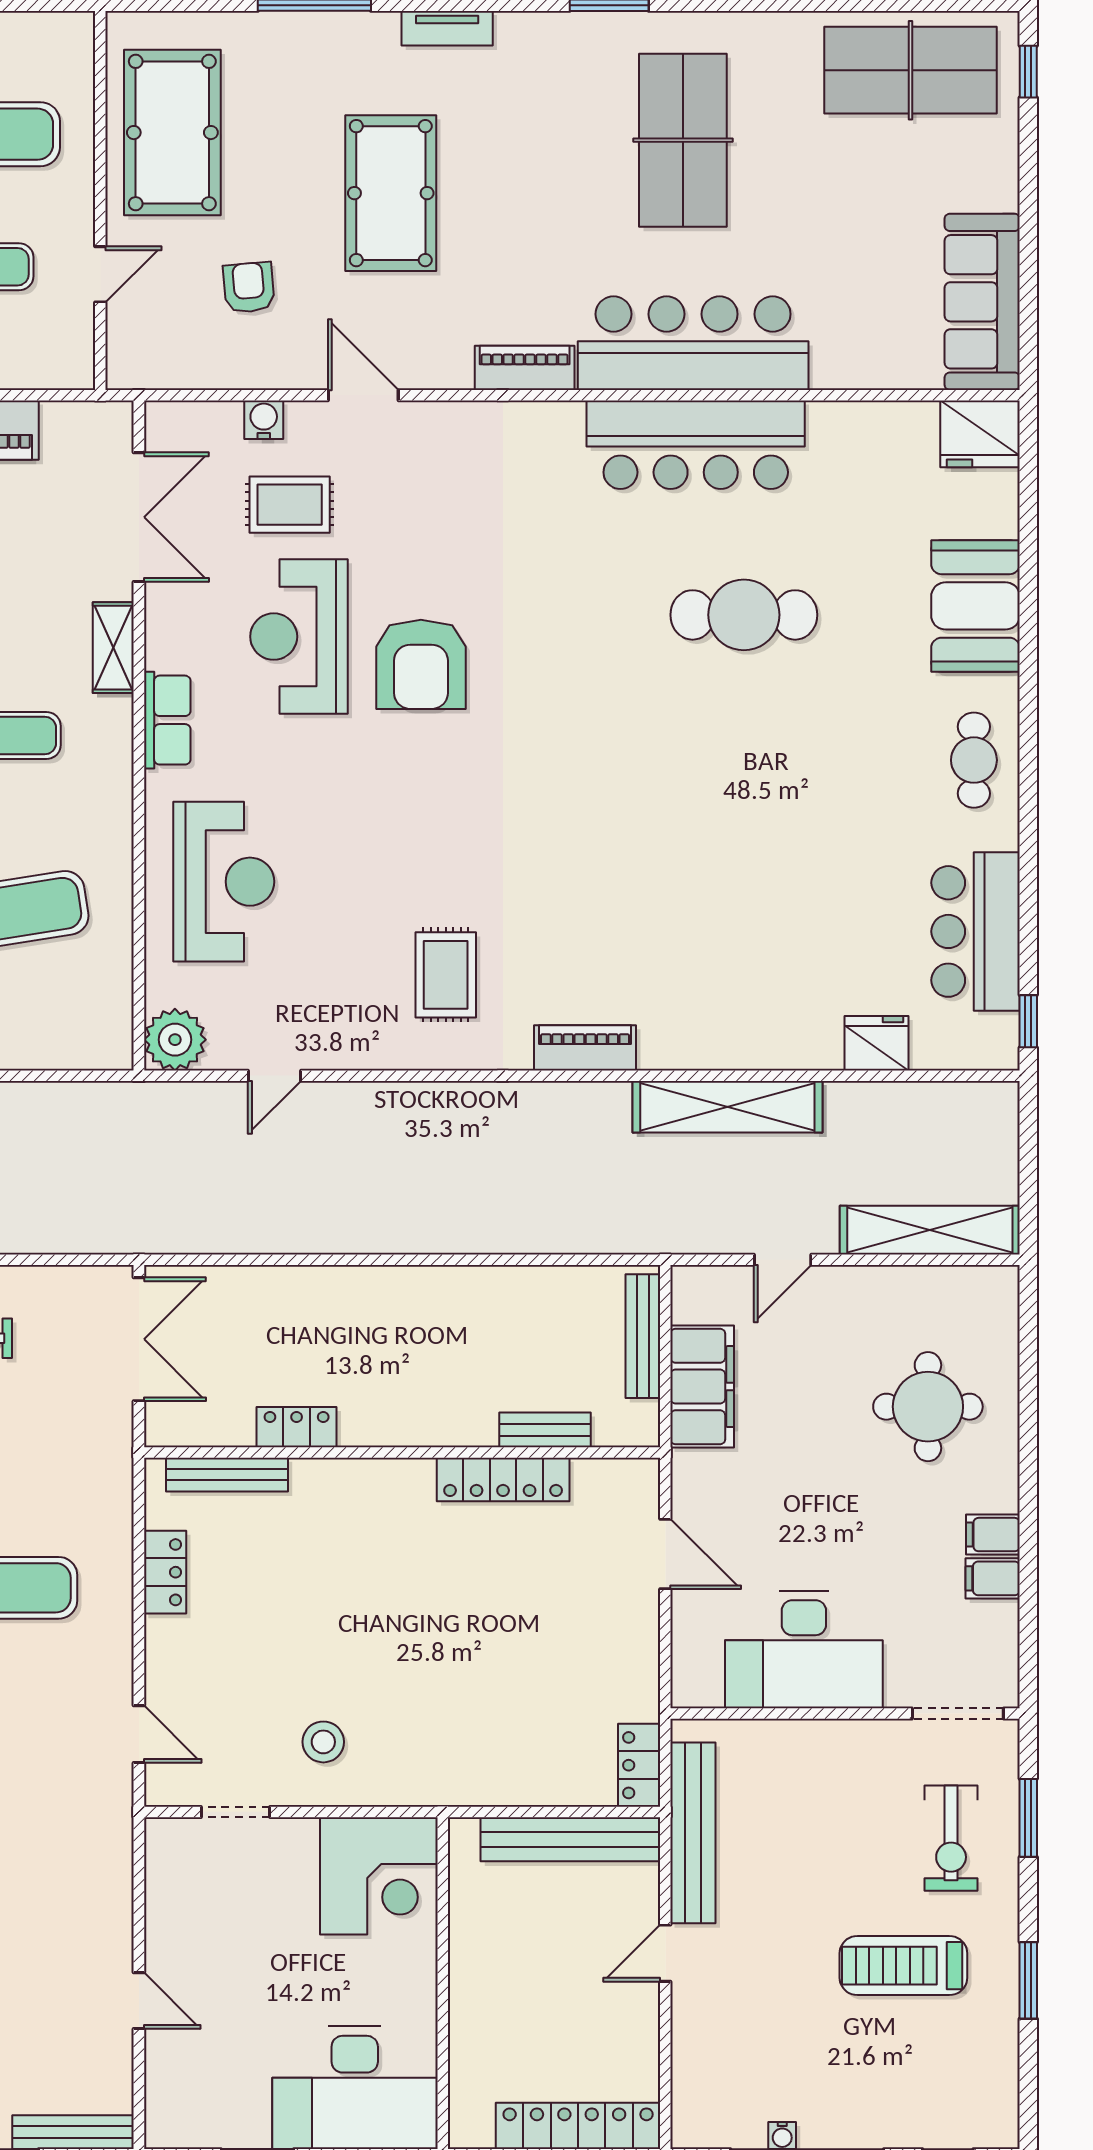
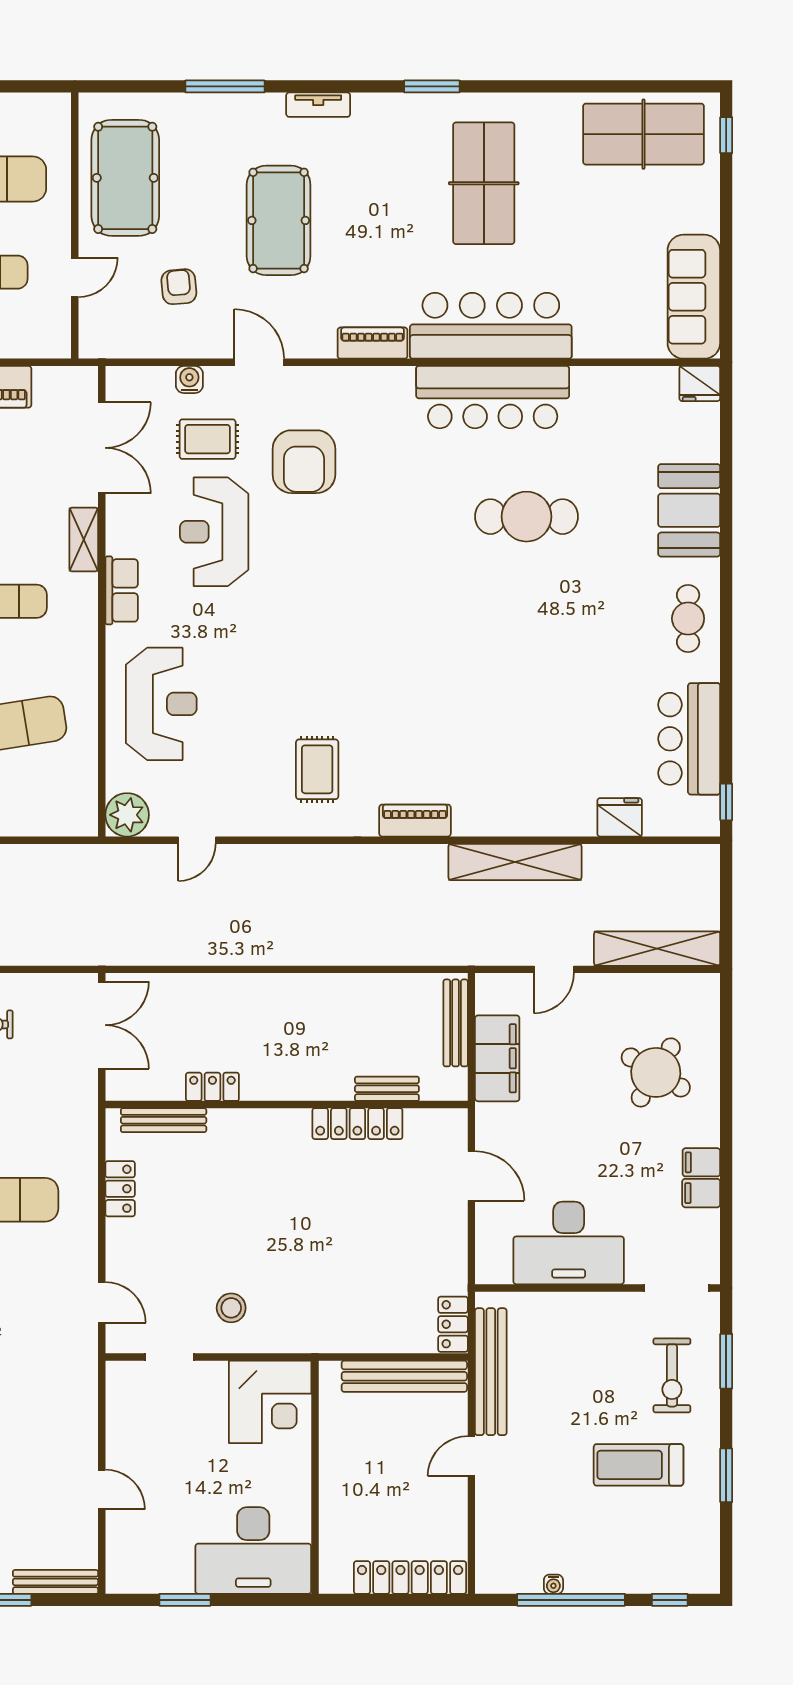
fridge: (980, 434) -> (700, 384), width x0.73, depth x0.75
armchair: (421, 664) -> (304, 462), moved
round table: (928, 1407) -> (656, 1072), turned 31

